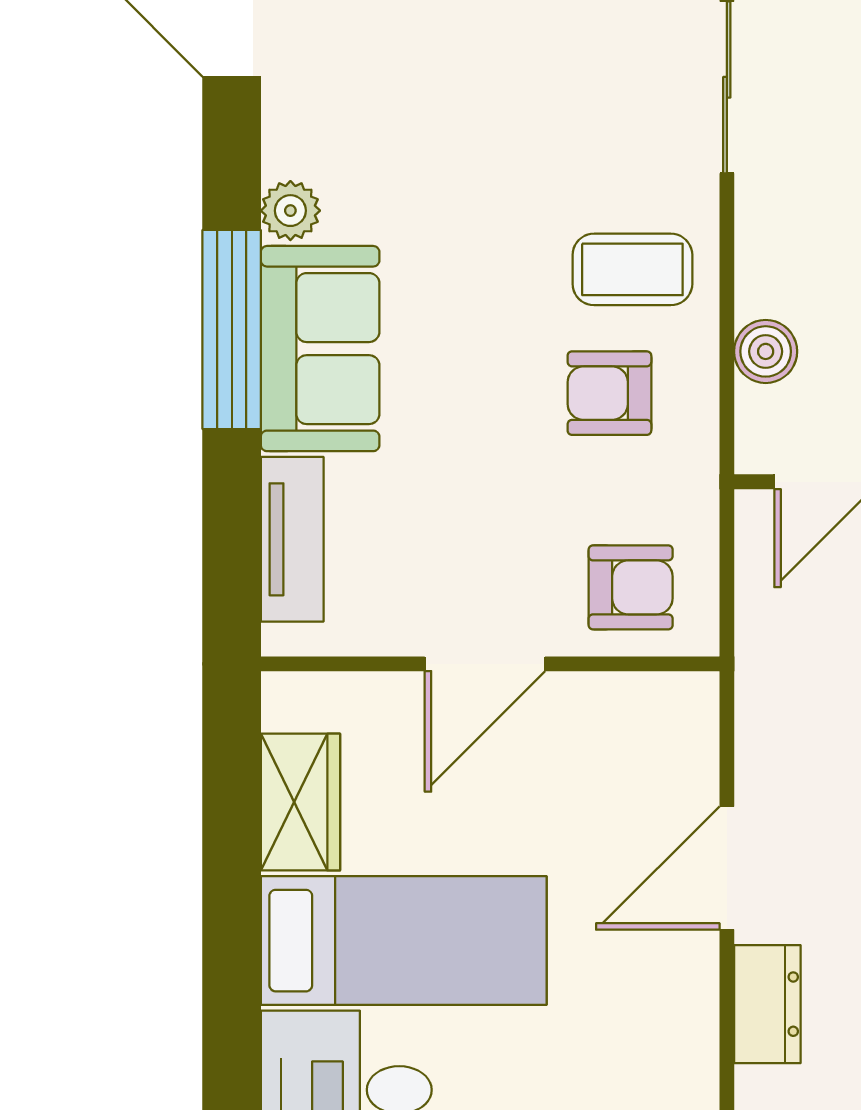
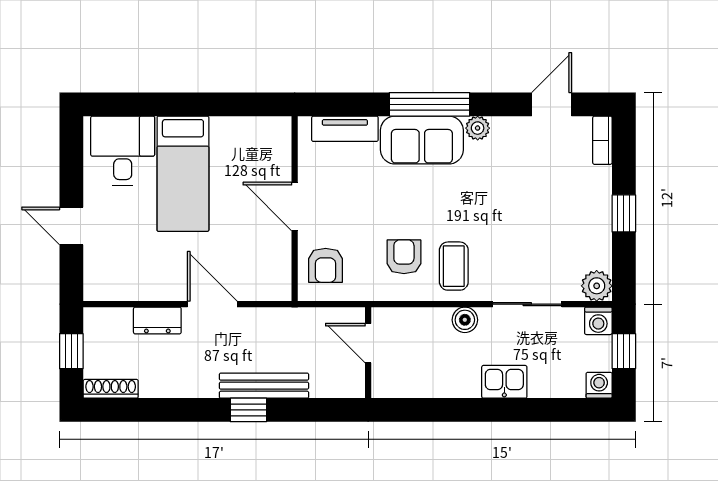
boiler: (766, 351) -> (465, 320), moved
wardrobe: (300, 802) -> (239, 132), removed

